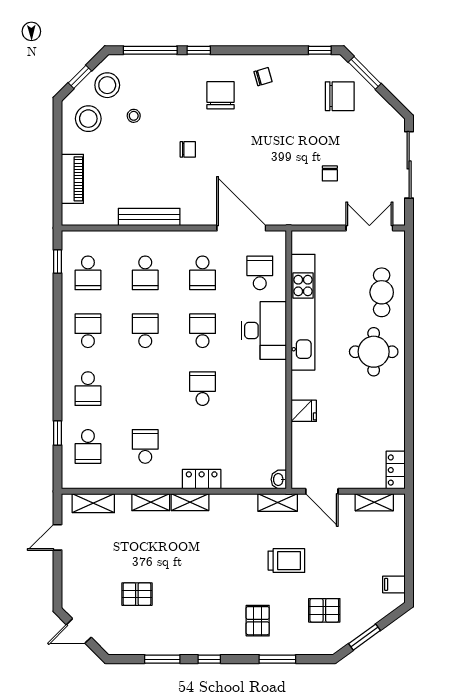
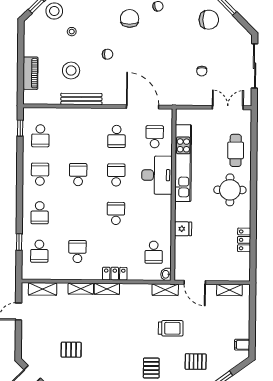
stool: (88, 119) -> (71, 71), moved
school desk: (145, 273) -> (154, 252), moved
locker: (396, 470) -> (244, 240), moved

